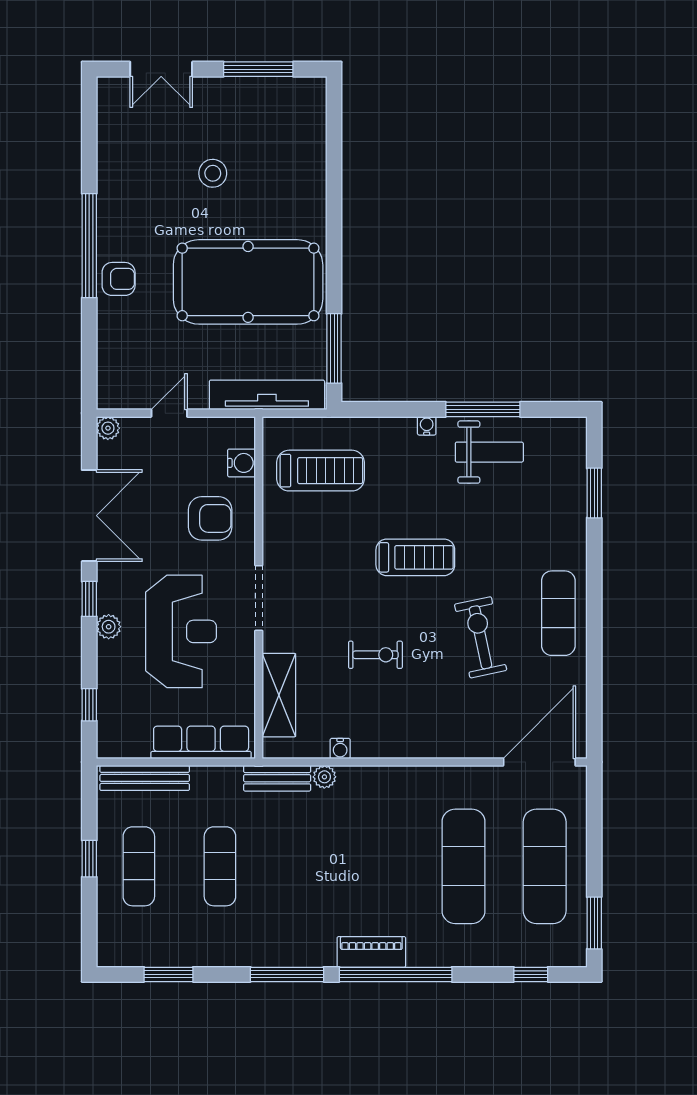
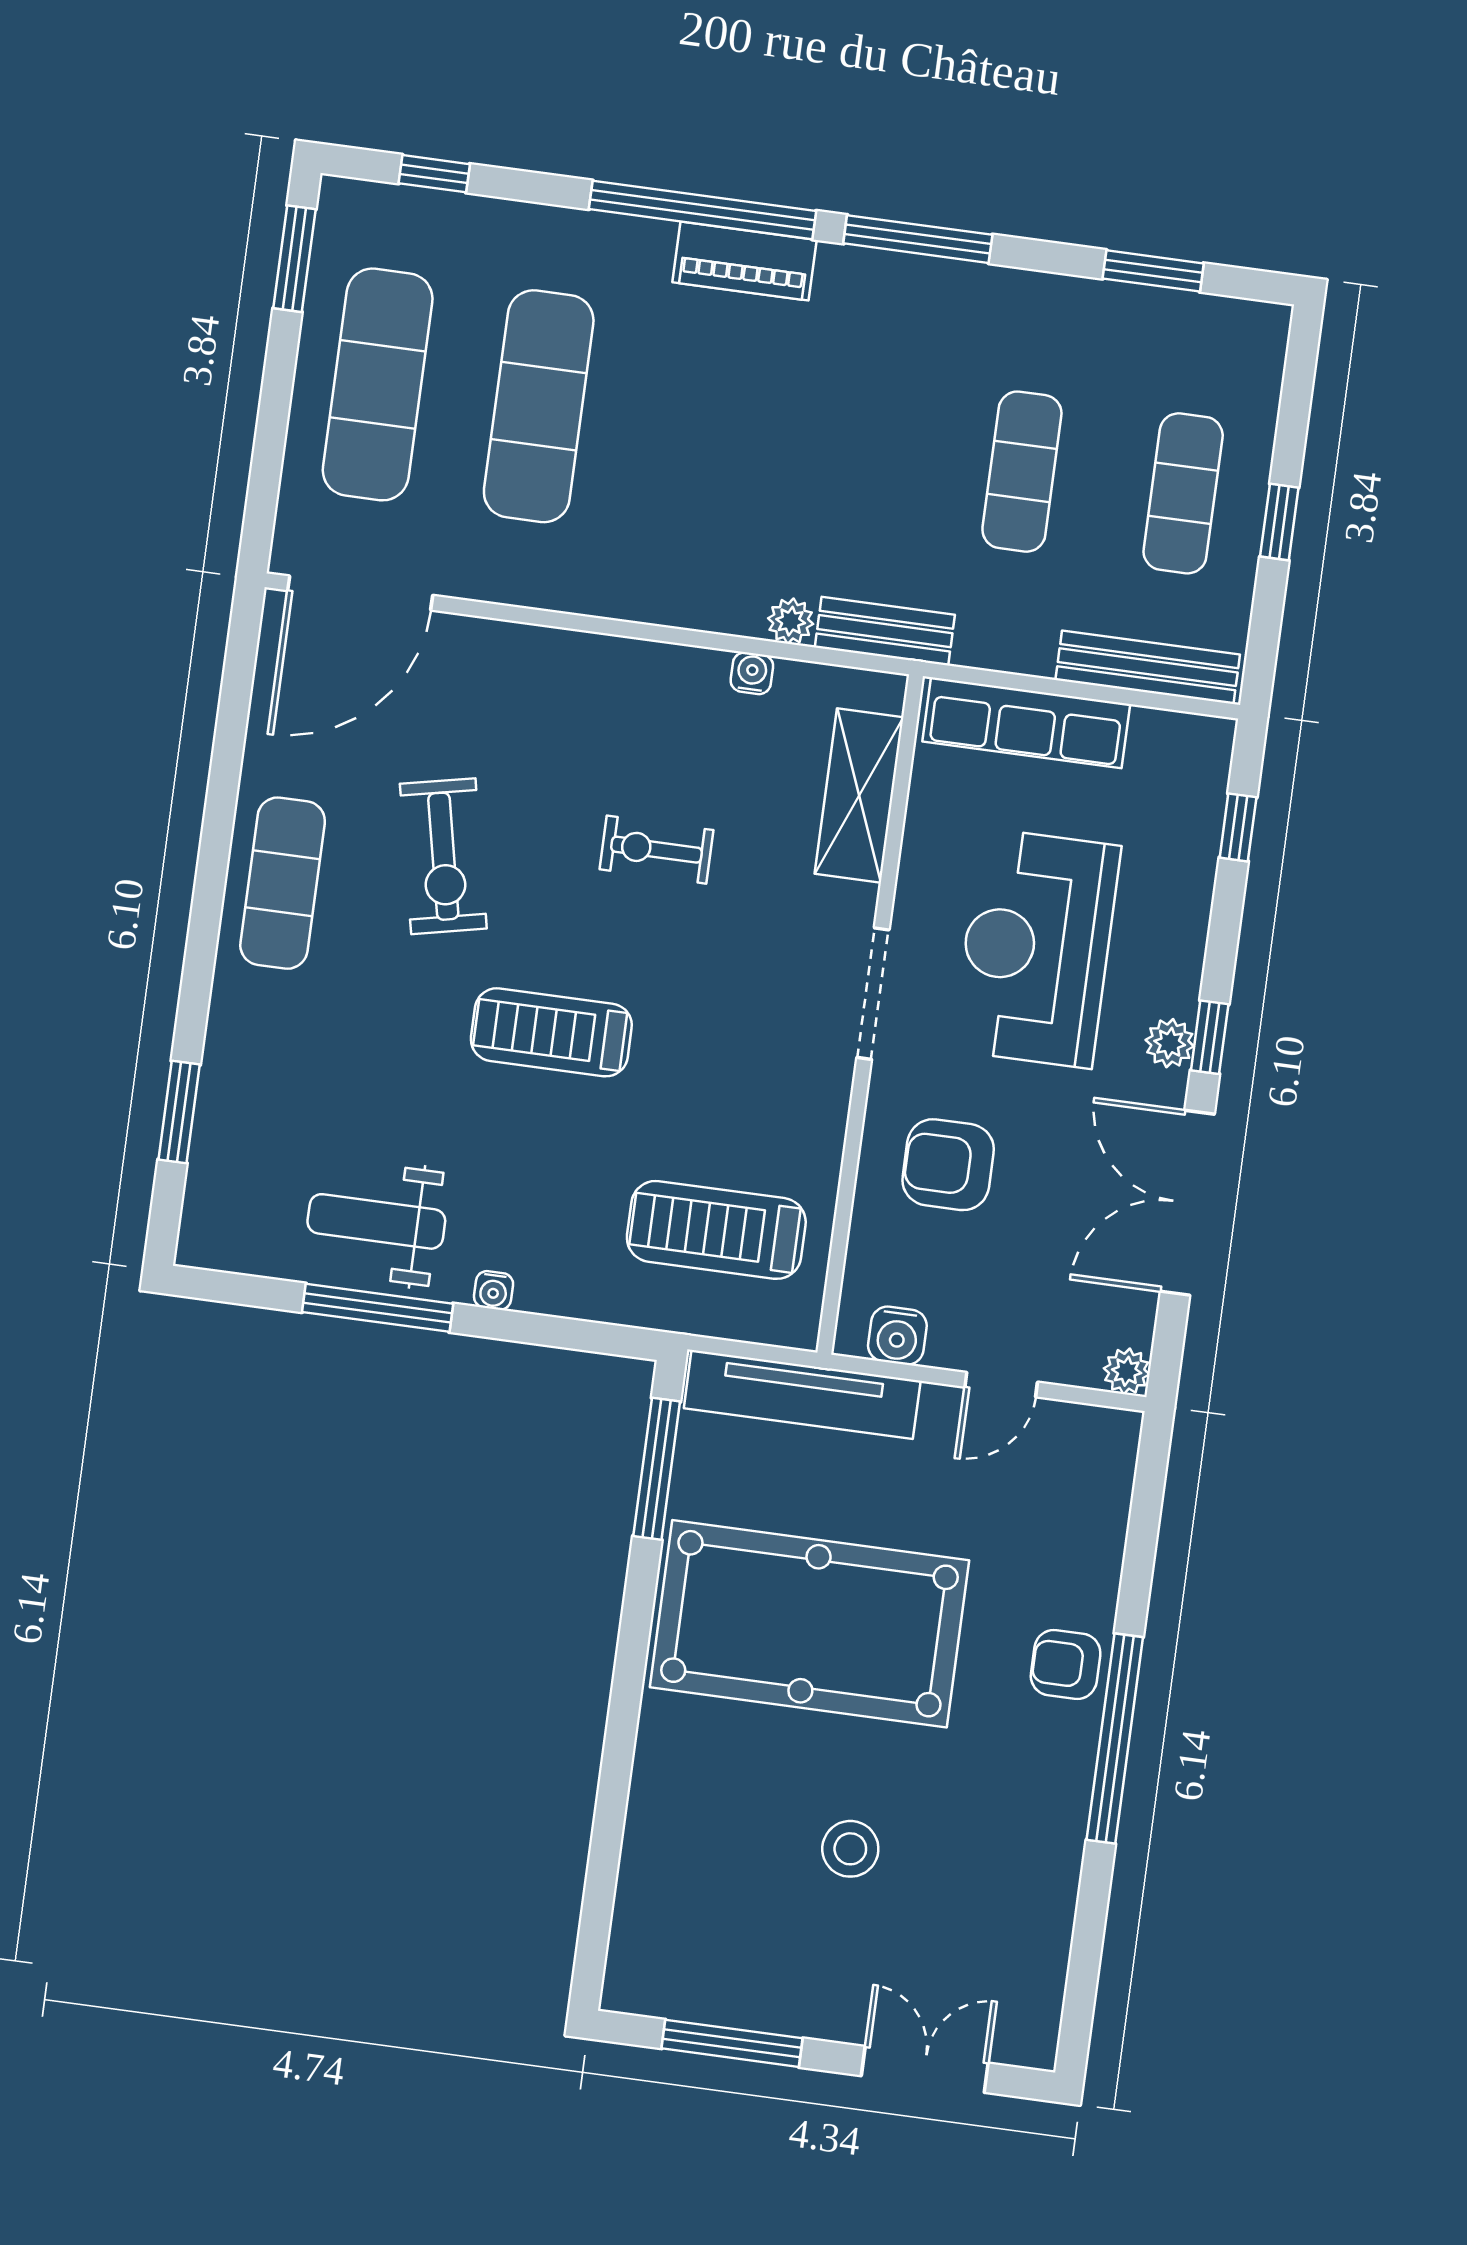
water cooler: (241, 463) -> (897, 1336), moved, turned -90
plant: (109, 627) -> (1170, 1043), moved

